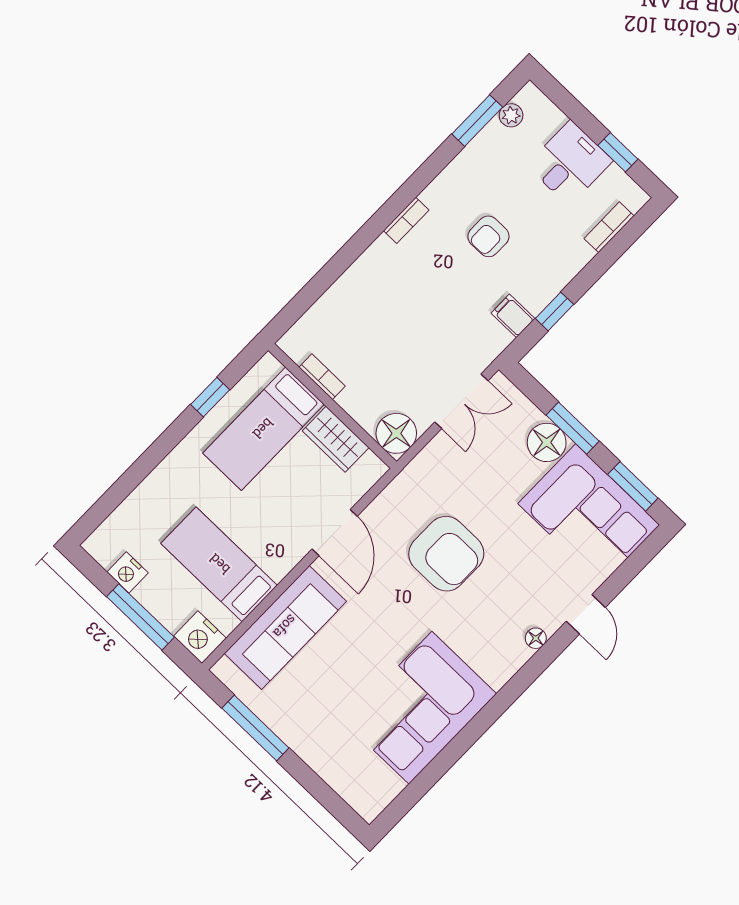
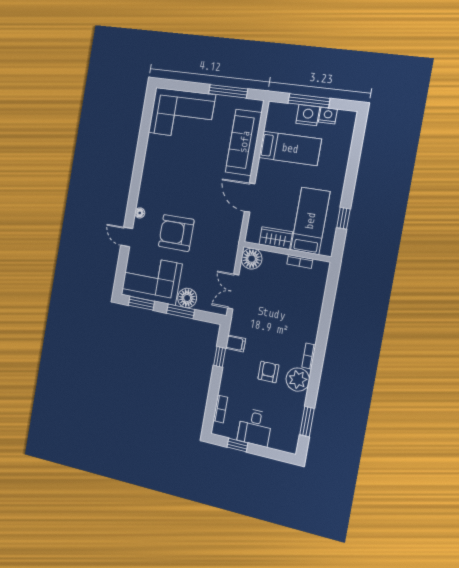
plant: (511, 115) -> (298, 380), moved, width x1.87, depth x1.87
armchair: (446, 554) -> (176, 233), moved
nightstand: (200, 637) -> (308, 115), moved
corner sofa: (420, 708) -> (182, 114), moved, turned 90

